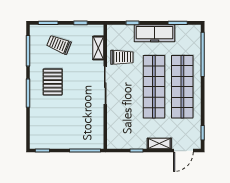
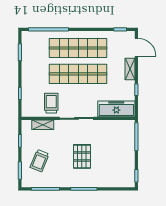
freezer: (155, 33) -> (116, 109), moved, turned -90
pallet: (53, 82) -> (82, 156), moved, turned 90

